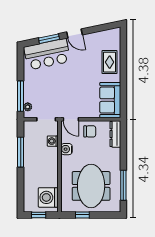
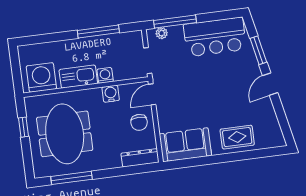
bar counter: (47, 54) -> (215, 37), moved, turned -78
washing machine: (53, 141) -> (105, 75), moved
kitchen sink: (51, 171) -> (78, 77), added
meeting table: (91, 186) -> (65, 134), turned 90
window: (39, 215) -> (16, 68), removed

